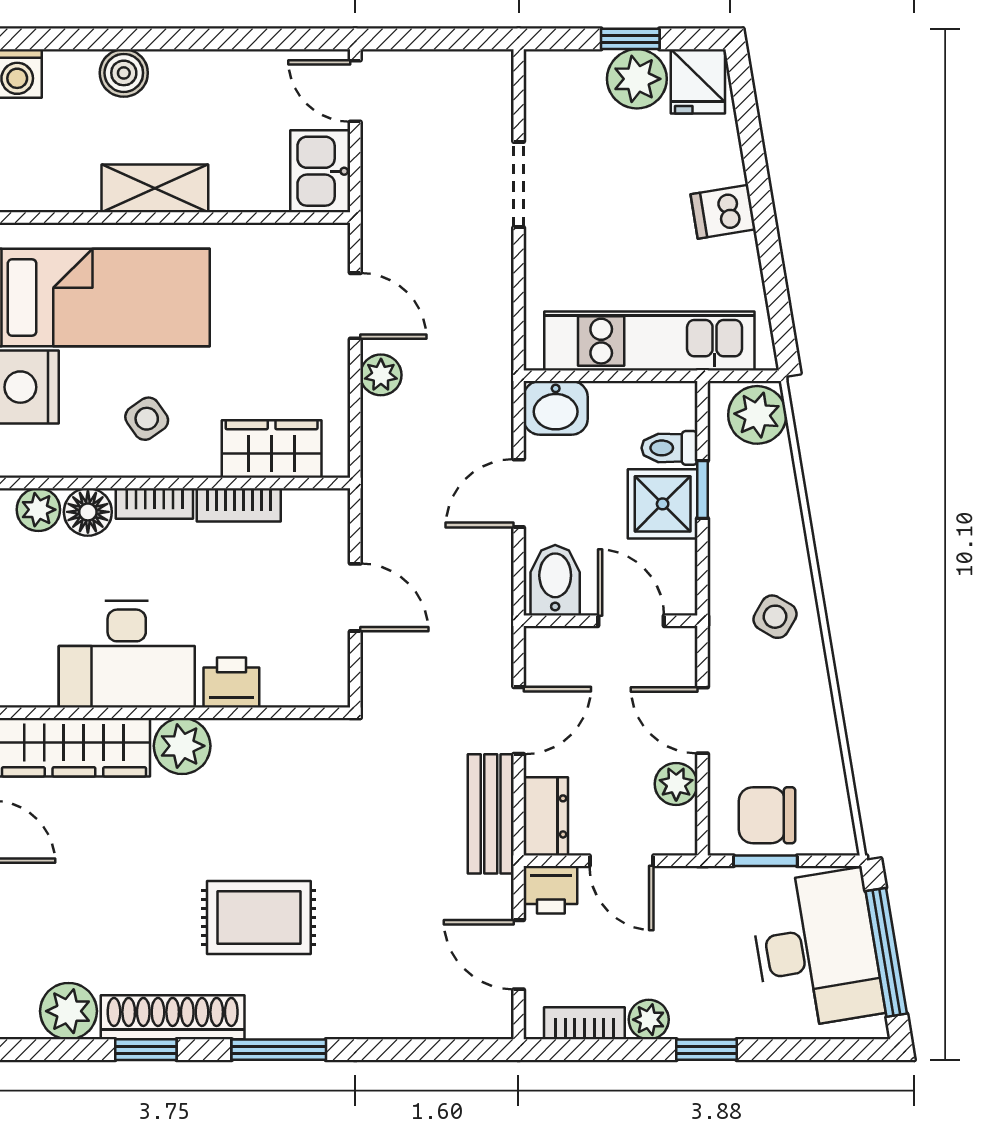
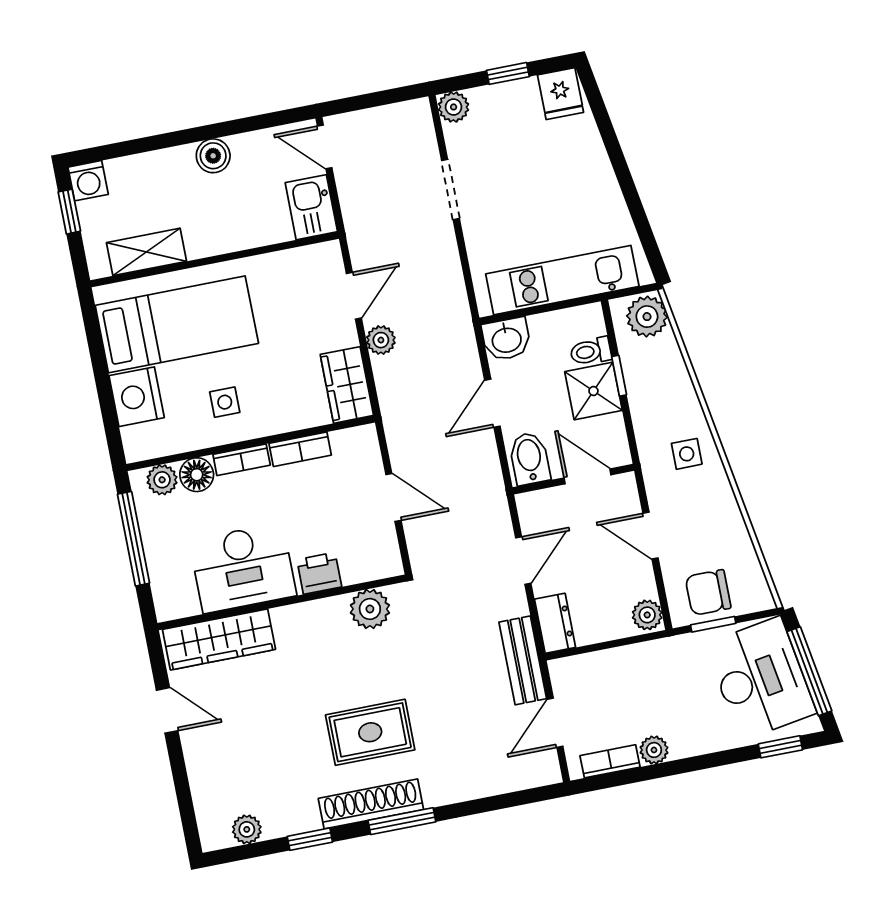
boiler: (124, 73) -> (213, 156), moved
plant: (637, 79) -> (454, 107), moved, width x0.73, depth x0.73
shelving: (155, 188) -> (146, 252), moved
dishwasher: (723, 212) -> (596, 181), removed
door: (355, 306) -> (354, 296), hinge flipped
side table: (147, 419) -> (225, 402), turned 35
wardrobe: (272, 449) -> (347, 385), moved, turned -90
side table: (775, 617) -> (687, 454), turned -30
plant: (182, 746) -> (370, 609), moved
plant: (676, 784) -> (647, 615), moved
bench: (491, 814) -> (523, 660), moved
door: (621, 861) -> (614, 644), removed
printer: (551, 890) -> (569, 673), removed
door: (519, 955) -> (555, 723), hinge flipped
plant: (69, 1011) -> (247, 829), width x0.73, depth x0.73
shoe rack: (173, 1017) -> (371, 804), moved
window: (706, 1050) -> (780, 747), moved

